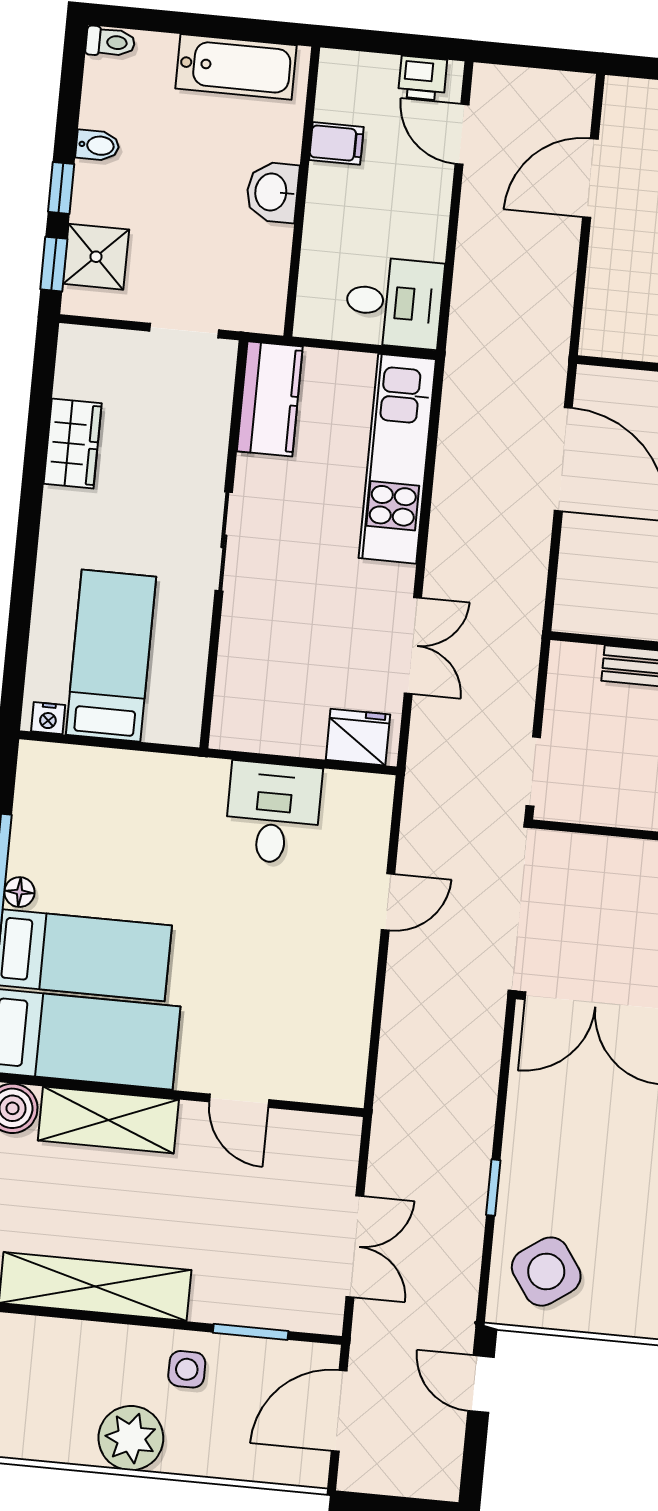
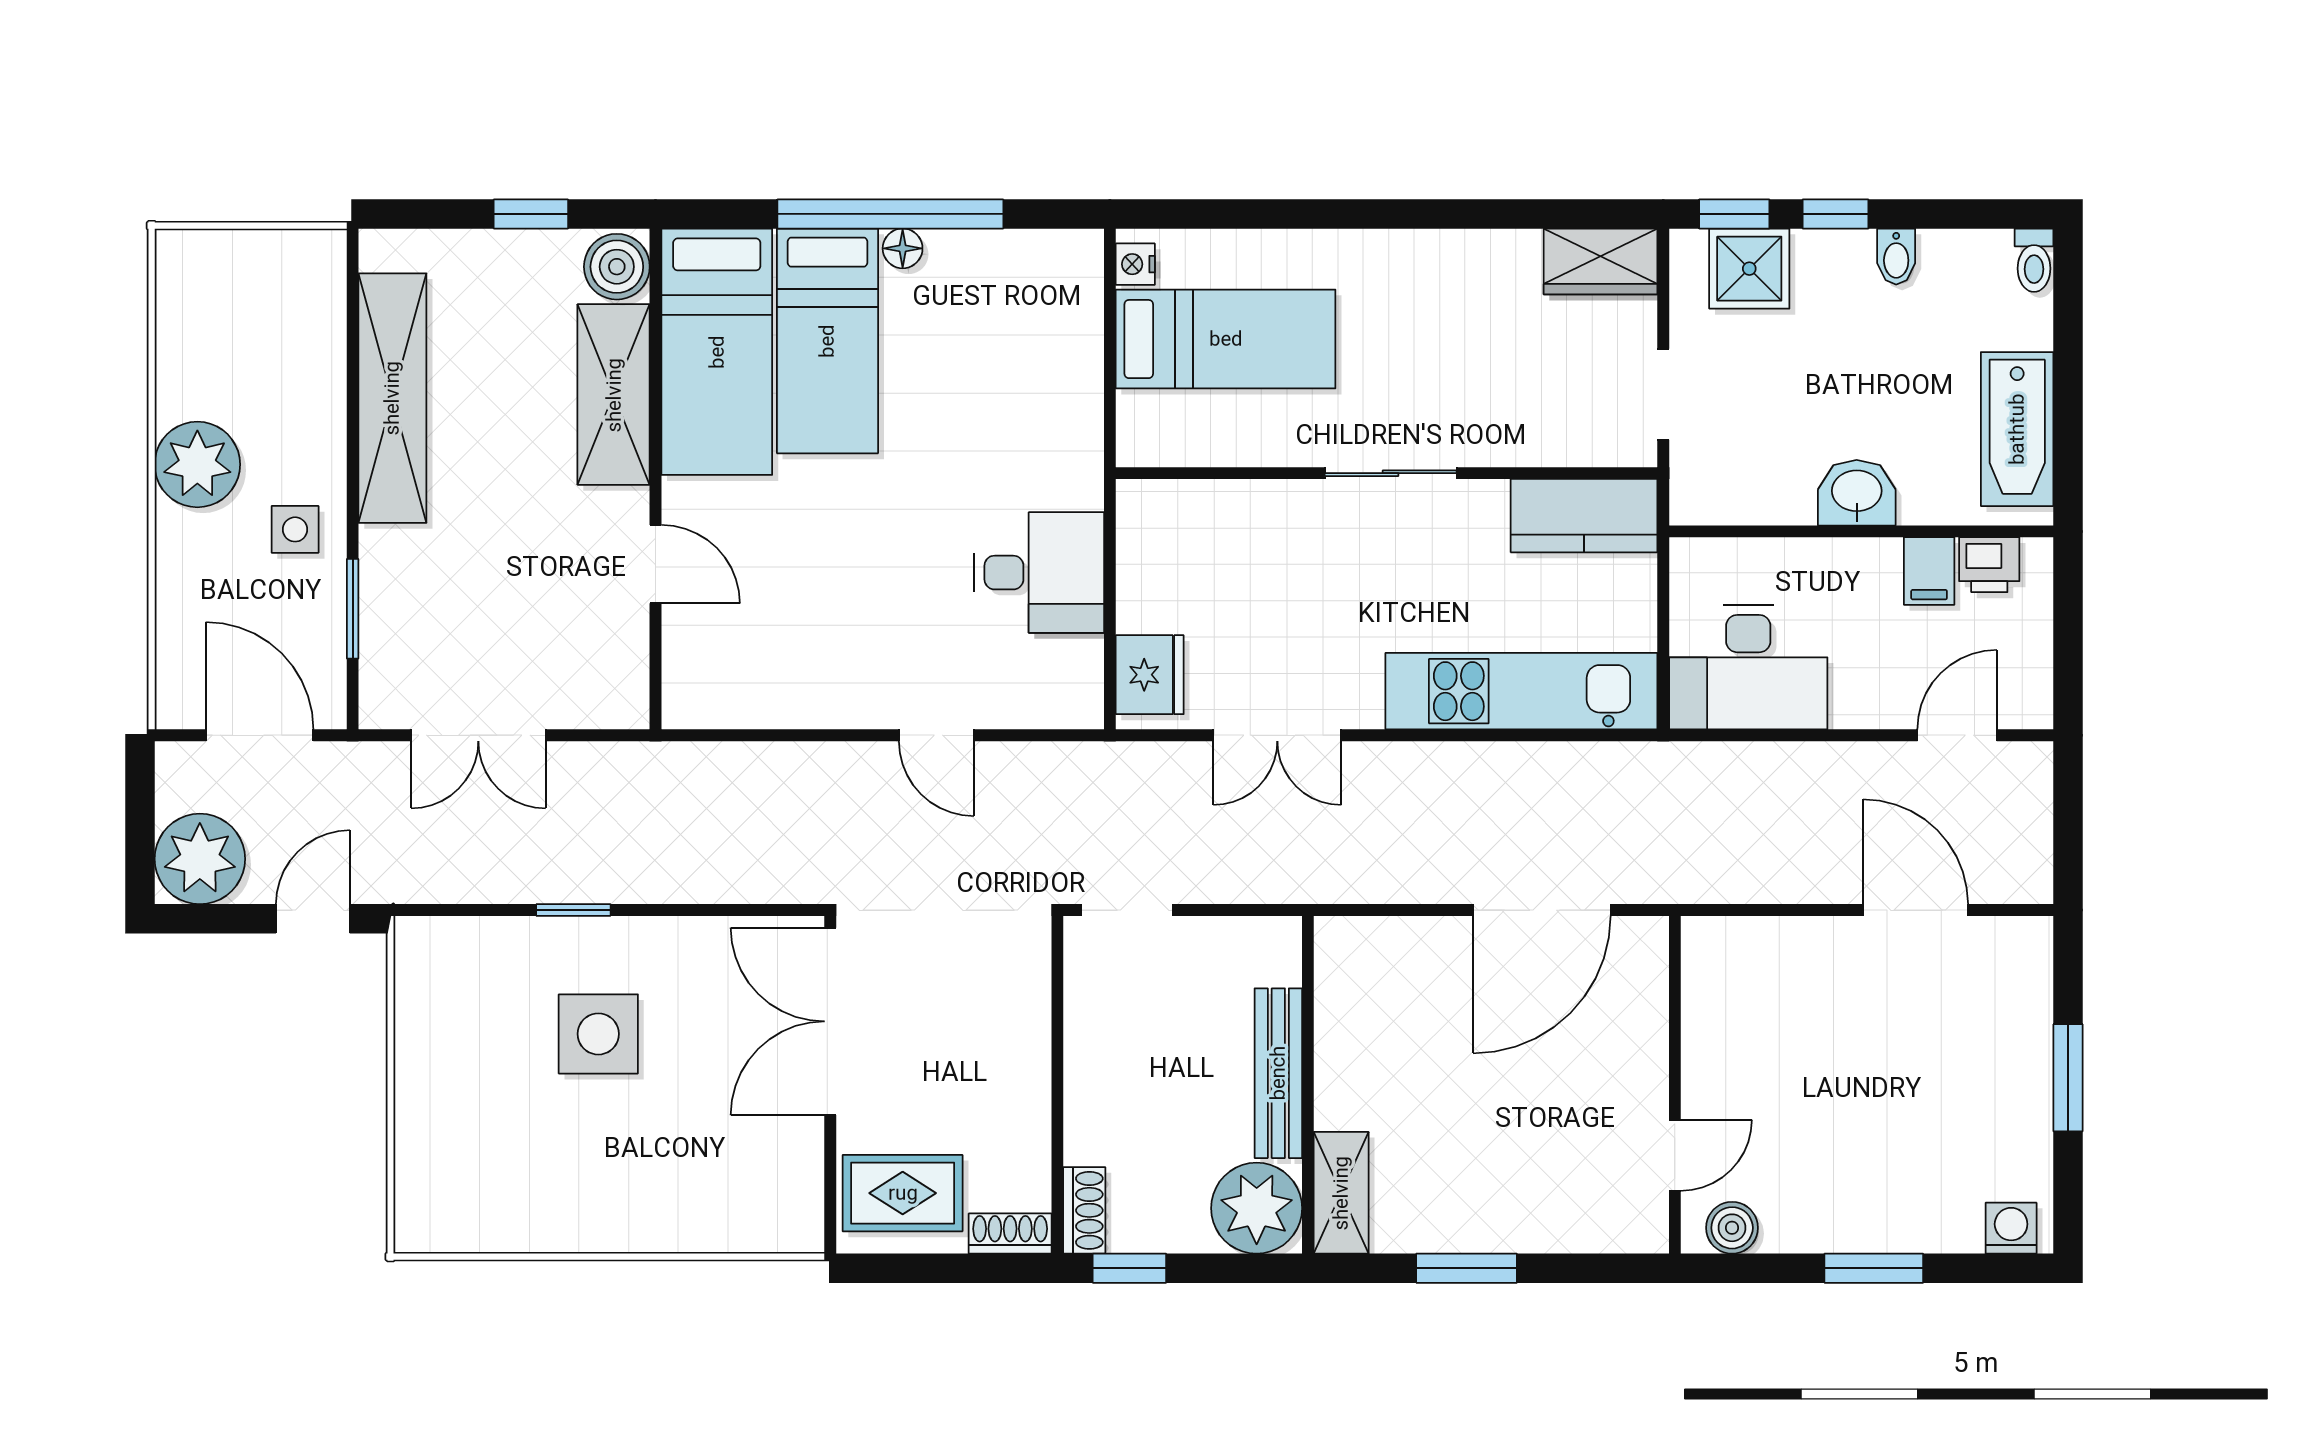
printer: (422, 78) -> (1989, 565), moved, turned -90
desk: (394, 303) -> (1748, 667), width x1.37
wardrobe: (73, 443) -> (1601, 262), moved
door: (239, 1101) -> (656, 564), swing flipped
side table: (546, 1272) -> (598, 1034), moved, turned 35
plant: (428, 1465) -> (200, 859), added

